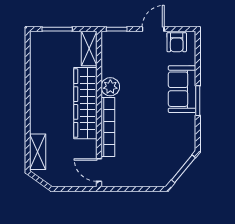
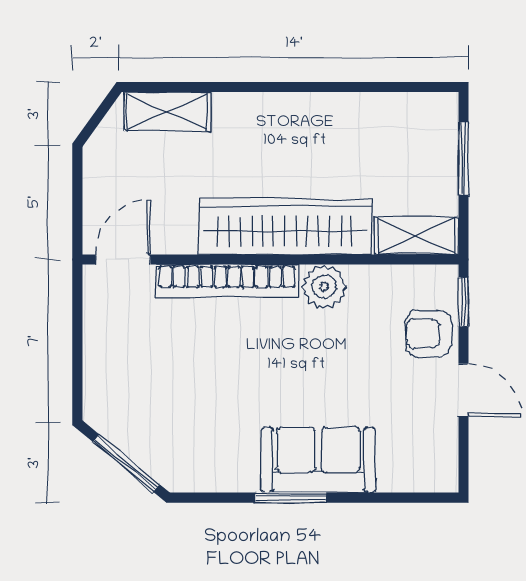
armchair: (177, 42) -> (429, 334), moved

